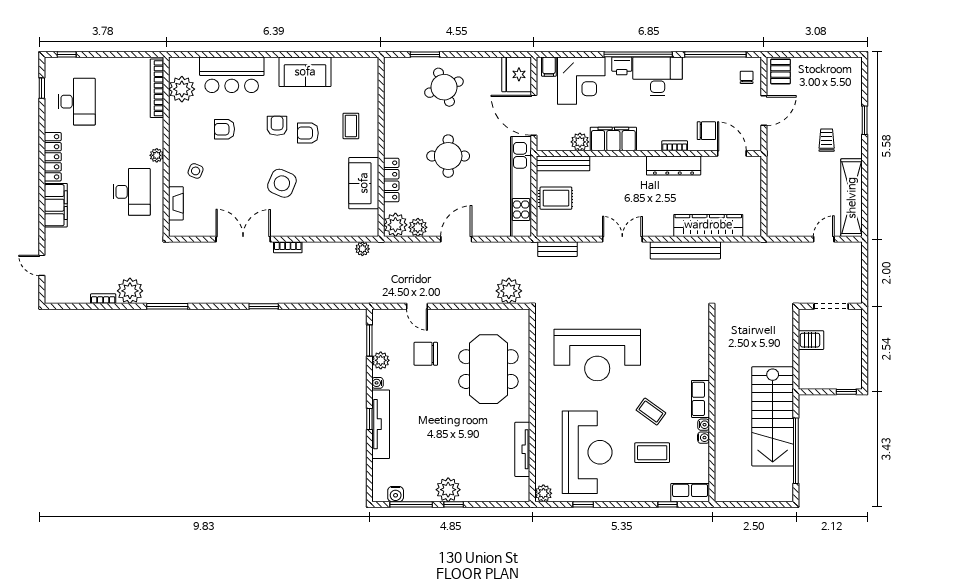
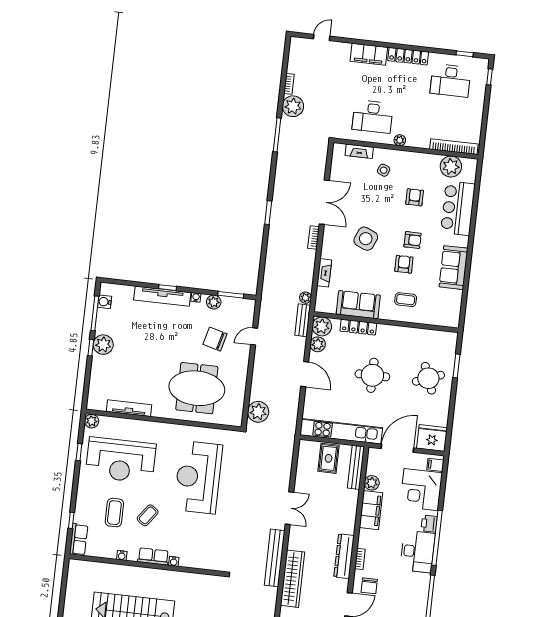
fireplace: (330, 229) -> (324, 273), added
bench: (557, 249) -> (303, 320), moved
chair: (426, 354) -> (215, 339), turned -75
water cooler: (704, 425) -> (174, 561), moved

